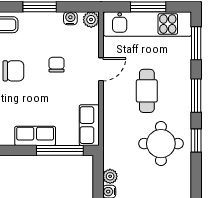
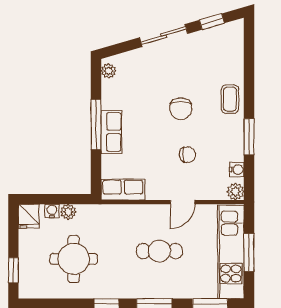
door: (101, 69) -> (182, 202), hinge flipped
round table: (161, 144) -> (74, 259), moved
window: (60, 150) -> (96, 125), moved

